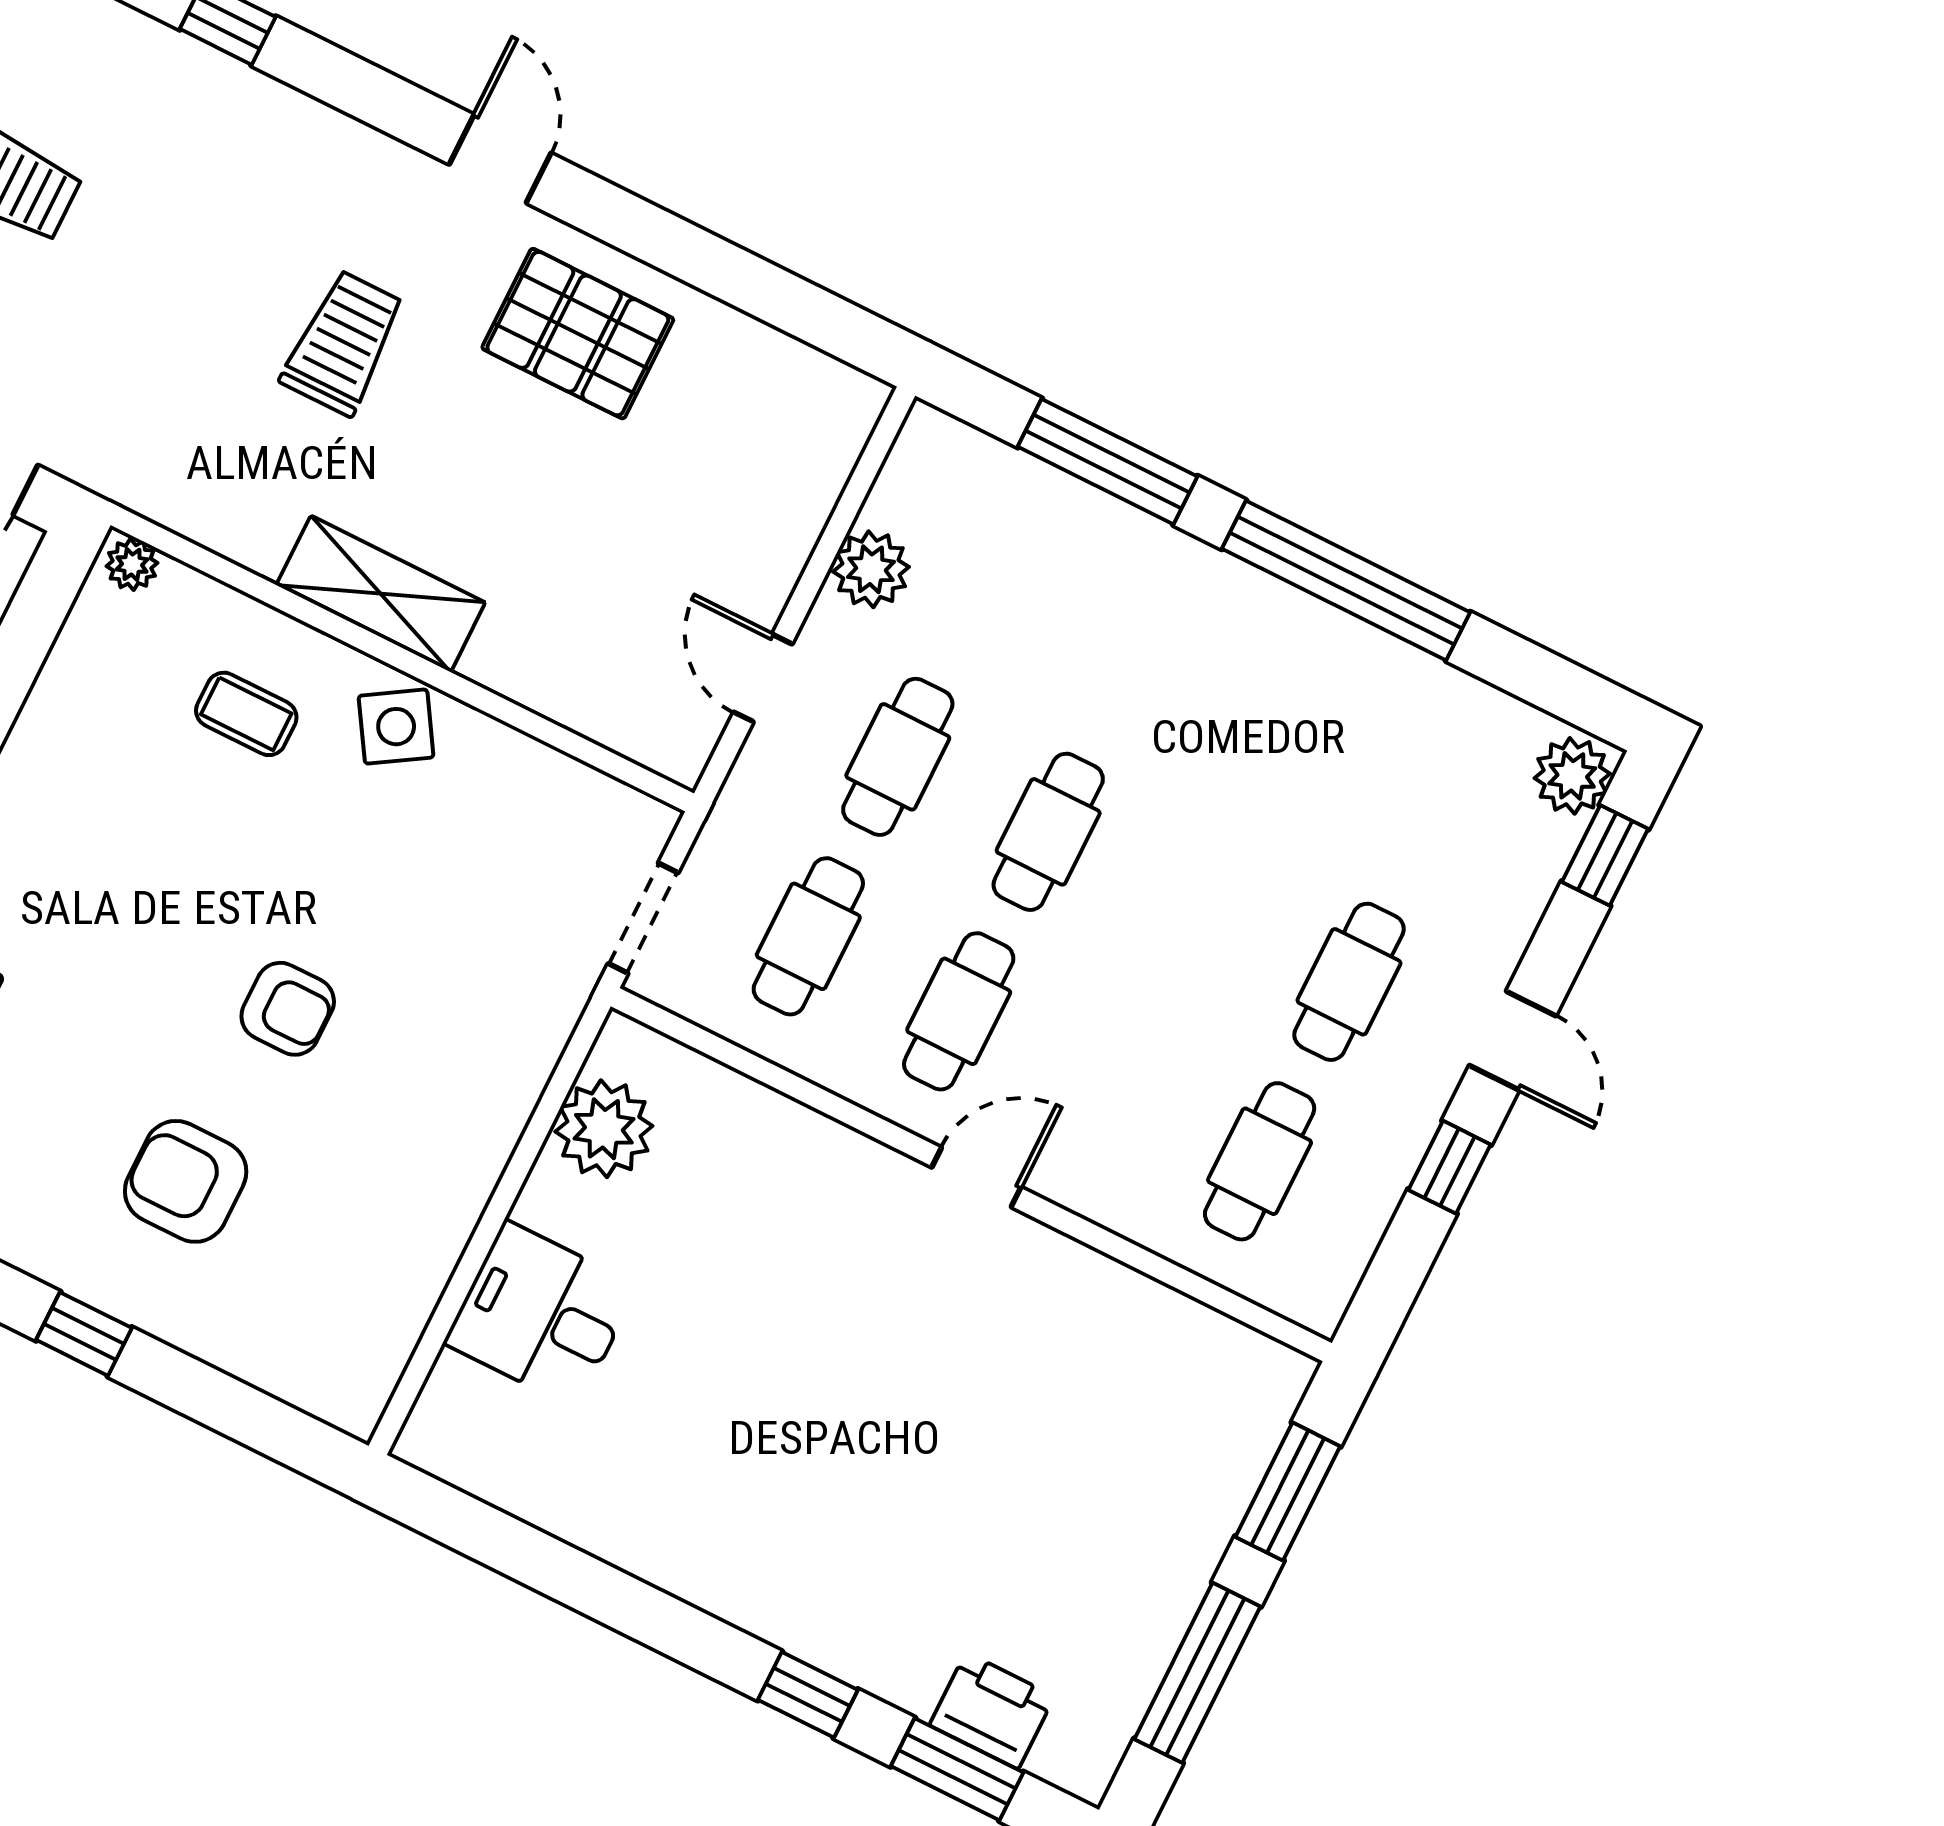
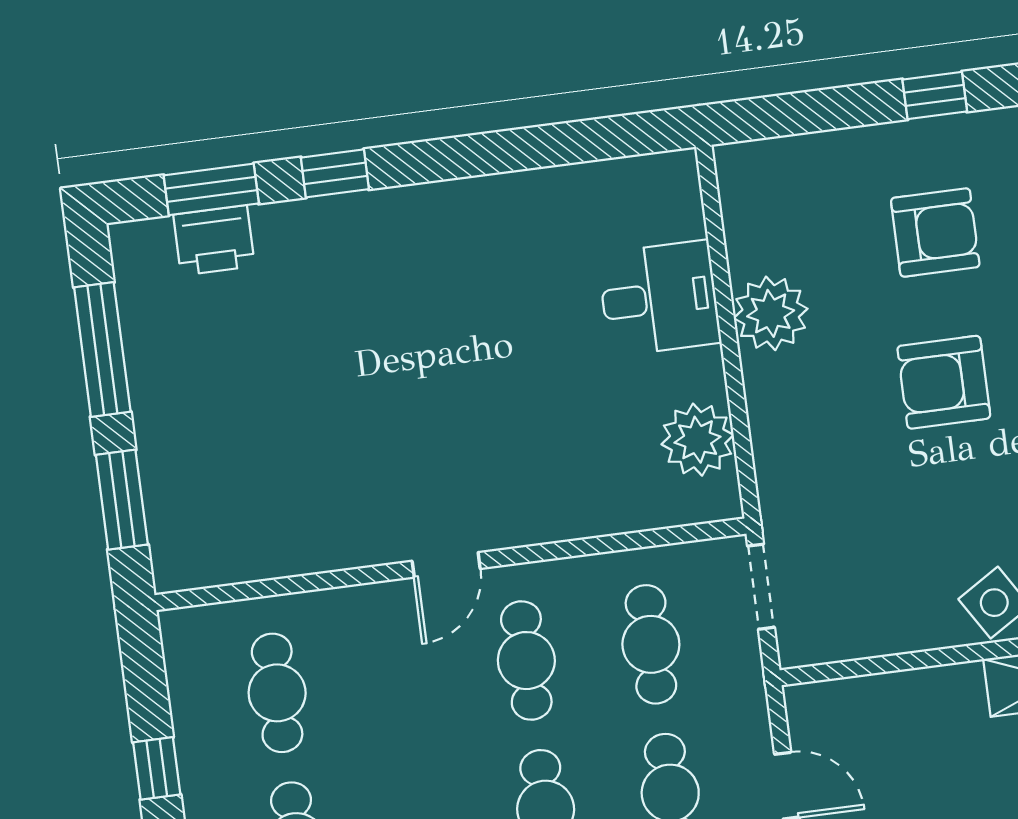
armchair: (288, 1009) -> (944, 382), width x1.38, depth x1.38
plant: (429, 1214) -> (771, 313), added

